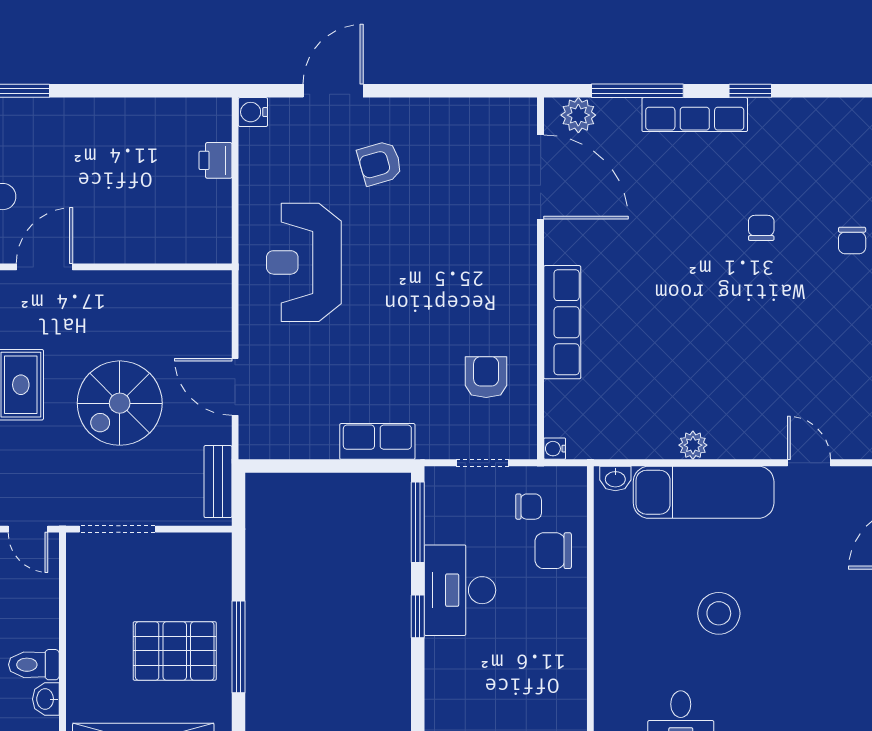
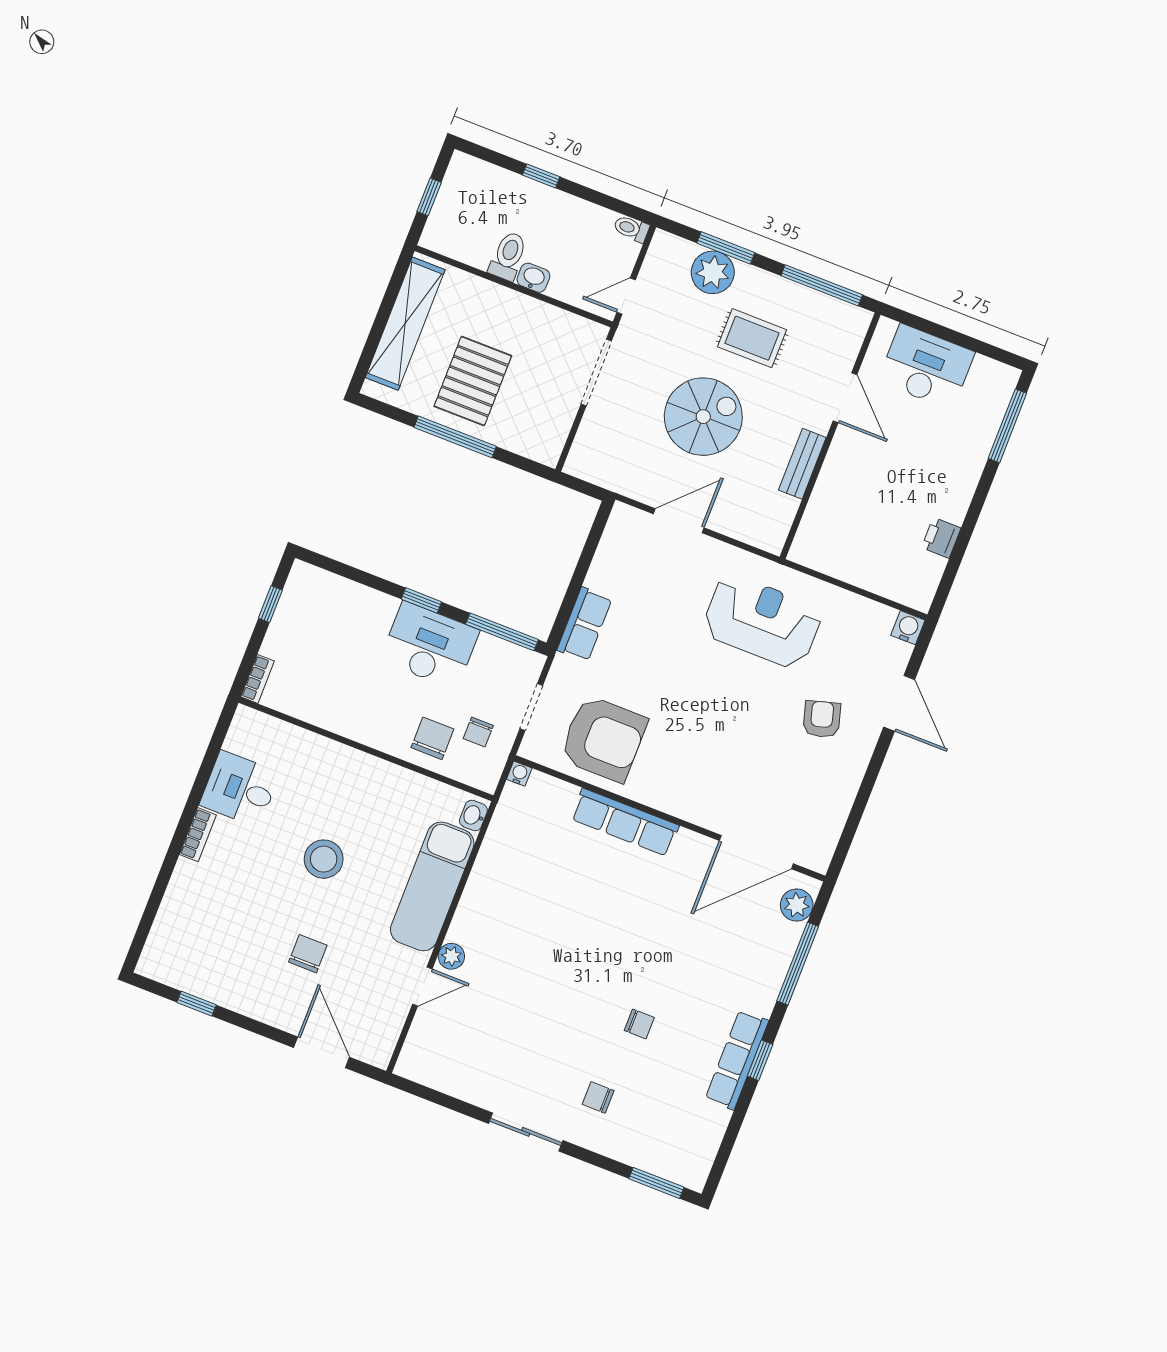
row of seats: (695, 115) -> (737, 1060), moved
printer: (215, 160) -> (941, 538), moved, turned -90
armchair: (486, 377) -> (603, 739), width x1.88, depth x1.88
spiral stairs: (120, 403) -> (703, 417), turned 90
plant: (693, 445) -> (451, 956), moved
bench: (218, 482) -> (802, 464), moved, turned 90
chair: (821, 592) -> (308, 954), added
washbasin: (46, 699) -> (533, 278), moved

